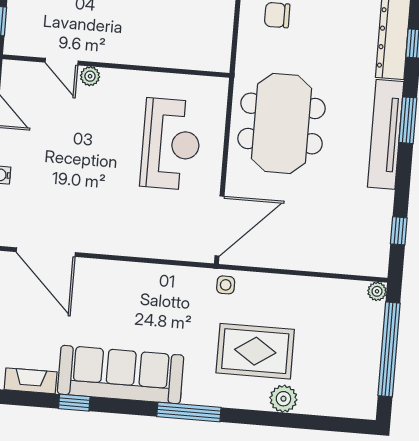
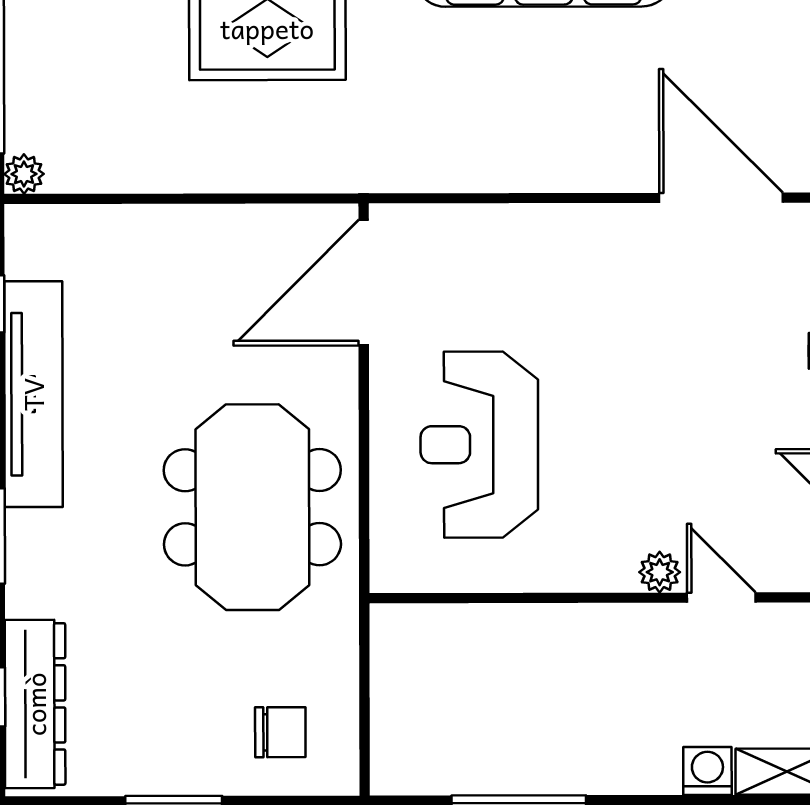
tv unit: (386, 134) -> (33, 394), moved
side table: (226, 285) -> (340, 161), removed

